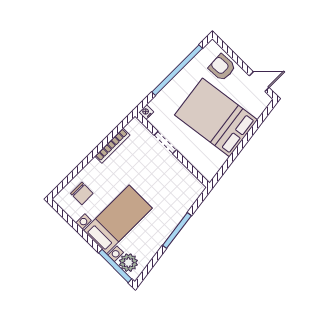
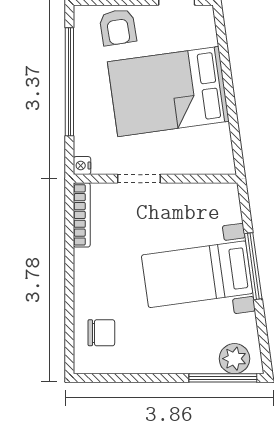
armchair: (222, 67) -> (118, 27), turned -96
bookcase: (112, 146) -> (82, 215), moved
bed with nightstands: (118, 219) -> (197, 274), moved, turned -98

